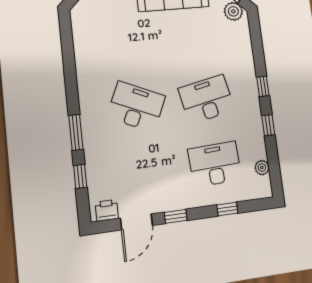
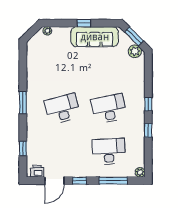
desk: (136, 107) -> (62, 109), turned -39
window: (76, 132) -> (23, 103), moved
plant: (262, 168) -> (140, 172), moved
window: (227, 209) -> (113, 181), width x2.17

